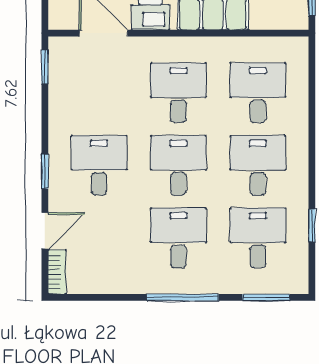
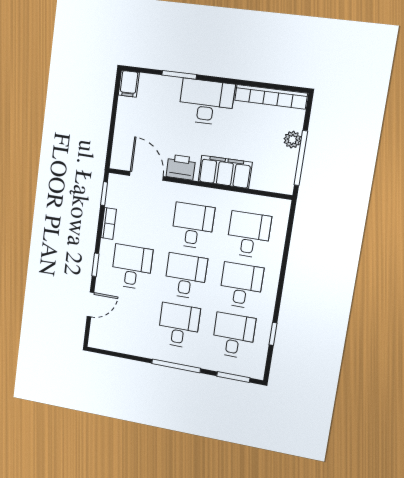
bookcase: (57, 272) -> (109, 223), moved

